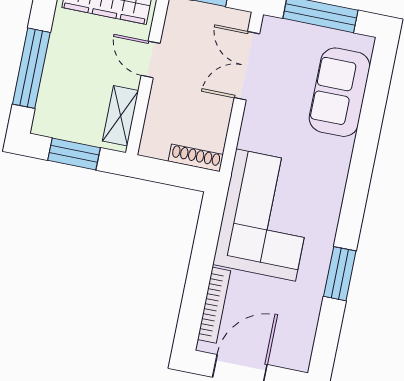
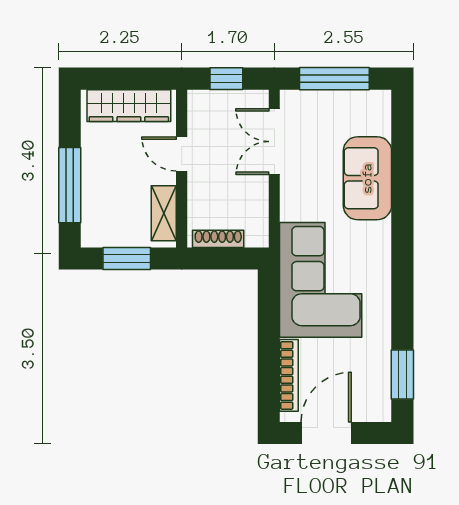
sofa: (340, 92) -> (367, 178), moved
shoe rack: (196, 158) -> (218, 239), moved
window: (340, 274) -> (402, 374), moved

